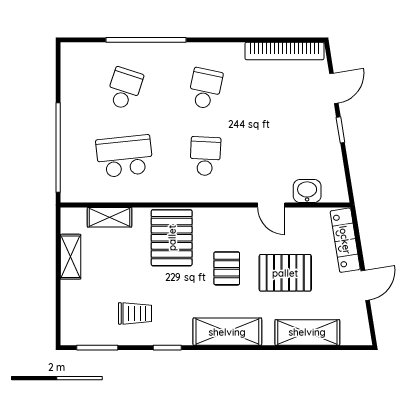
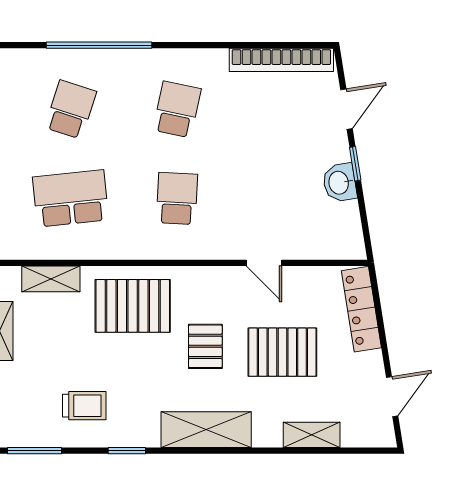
washbasin: (307, 191) -> (340, 183), moved, turned -99
pallet: (172, 238) -> (133, 306), turned 90
door: (365, 285) -> (392, 397), moved
shelving: (307, 332) -> (312, 435), width x0.67, depth x0.75

